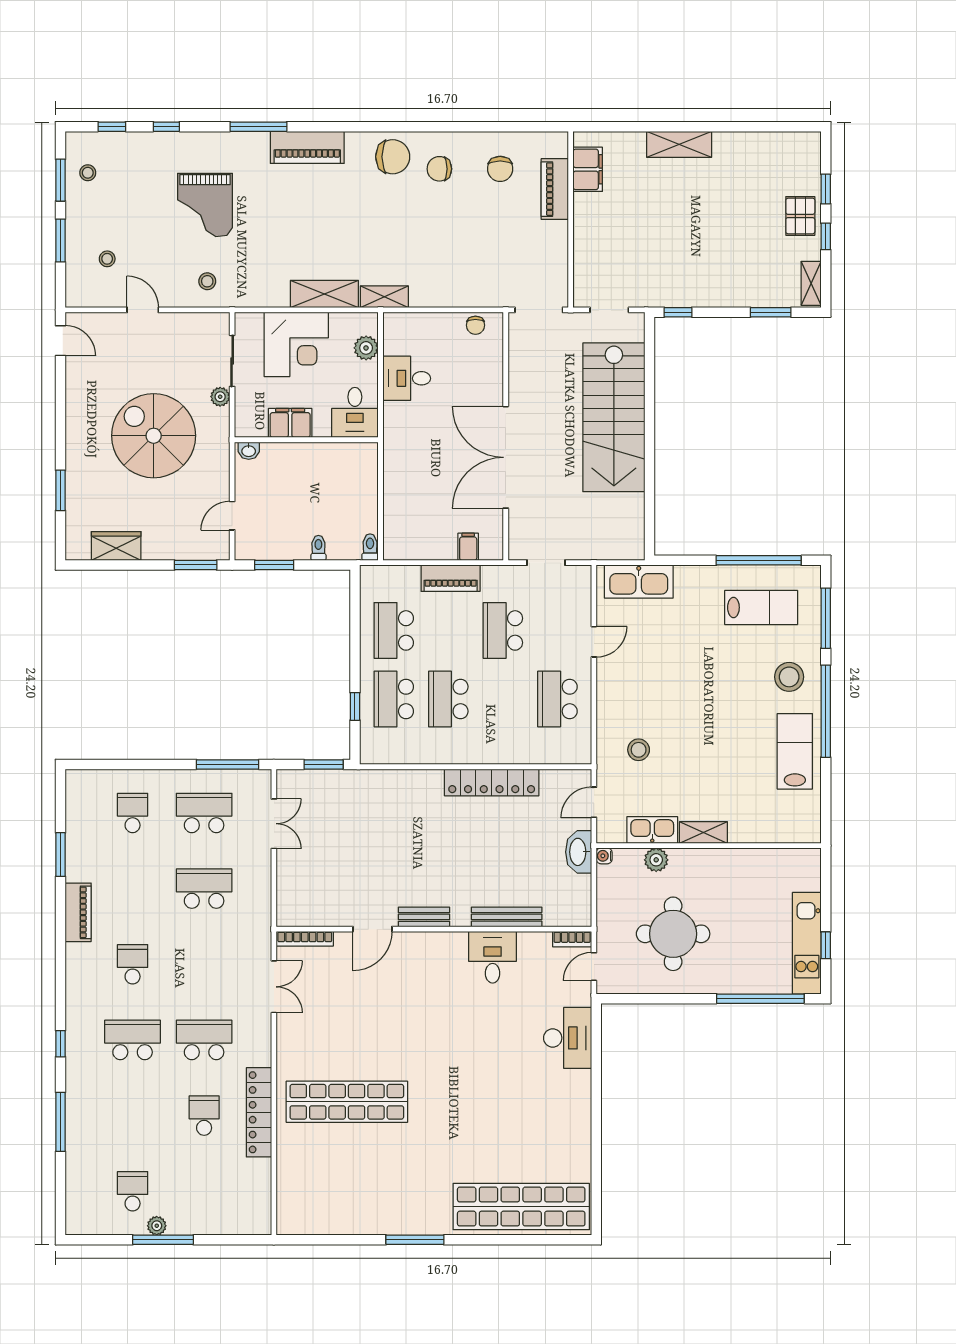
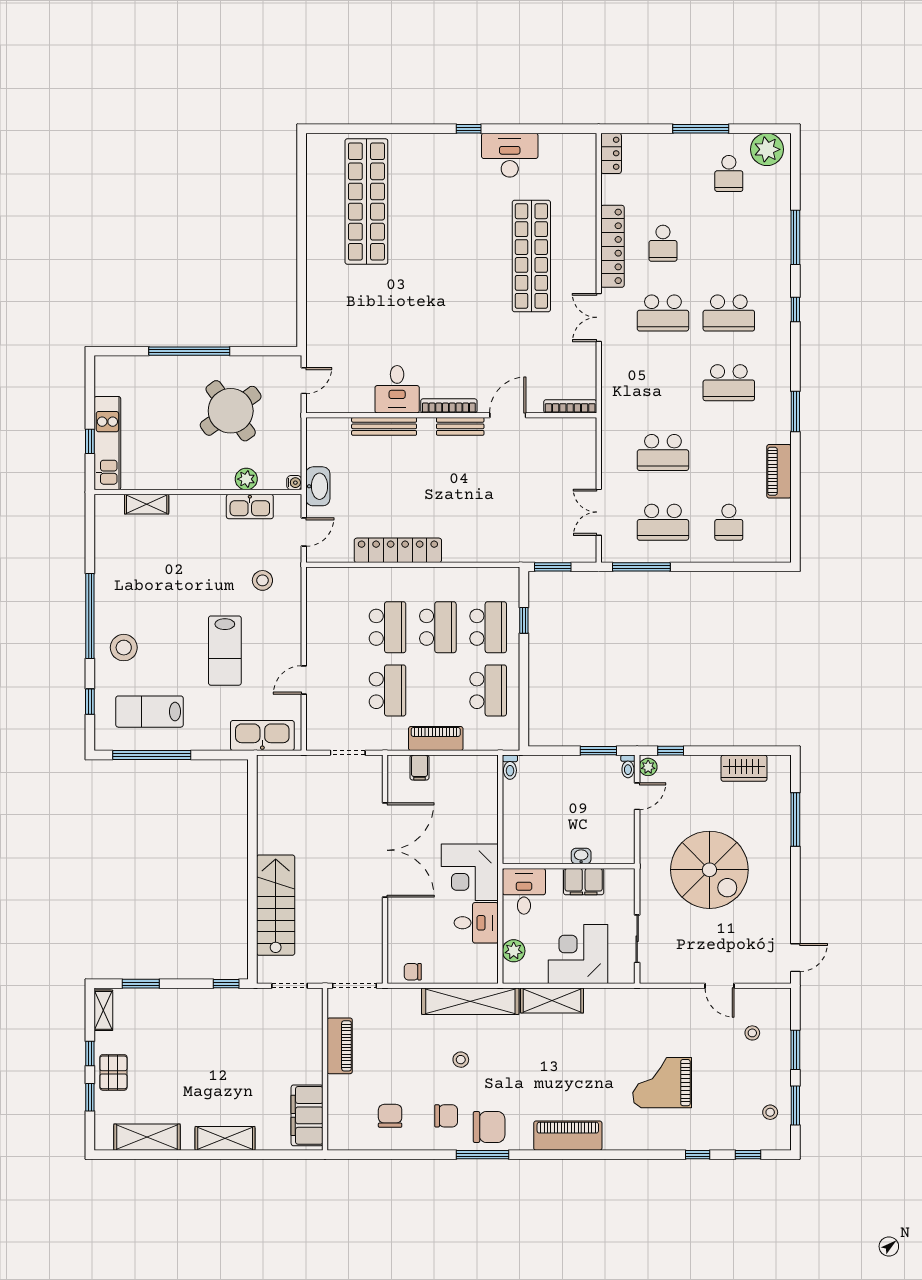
window: (258, 127) -> (482, 1155), moved
shelving: (764, 146) -> (147, 1137), added
chair: (393, 157) -> (489, 1127), turned 180
filing cabinet: (588, 169) -> (307, 1115), width x1.50, depth x1.17
piano: (555, 189) -> (340, 1046), moved
grand piano: (205, 205) -> (662, 1083), turned -90
stool: (207, 281) -> (461, 1060), moved
shelving: (384, 297) -> (470, 1001), width x2.20, depth x1.33
chair: (475, 325) -> (413, 972), turned -90
door: (60, 341) -> (795, 958), swing flipped
plant: (220, 397) -> (648, 767), moved
stairs: (614, 417) -> (276, 905), width x0.73, depth x0.66
corner desk: (414, 433) -> (470, 872), added
washbasin: (249, 451) -> (581, 856), moved
window: (60, 490) -> (795, 819), width x1.44
toilet: (318, 548) -> (628, 766), moved
window: (196, 565) -> (671, 751), width x0.67
window: (826, 618) -> (90, 702), width x0.46
school desk: (557, 699) -> (388, 627), moved
lab bench: (795, 751) -> (225, 651), moved
shelving: (703, 833) -> (147, 504), moved
window: (60, 855) -> (795, 411), moved
piano: (78, 912) -> (779, 471), moved
round table: (673, 934) -> (231, 411), turned -36
bookcase: (572, 939) -> (449, 406), moved, width x1.56
kitchen unit: (807, 943) -> (107, 443), moved
window: (826, 945) -> (90, 441), moved
school desk: (133, 964) -> (729, 383), width x1.85
double door: (274, 987) -> (599, 317), moved
window: (760, 999) -> (189, 351), moved
desk: (568, 1038) -> (510, 155), moved, turned 90
shop shelf: (347, 1102) -> (531, 256), turned 90
shop shelf: (521, 1207) -> (366, 202), moved, turned 90
locker: (260, 1213) -> (611, 153), added
plant: (157, 1226) -> (767, 149), moved, width x1.88, depth x1.88
window: (415, 1240) -> (469, 129), width x0.46

